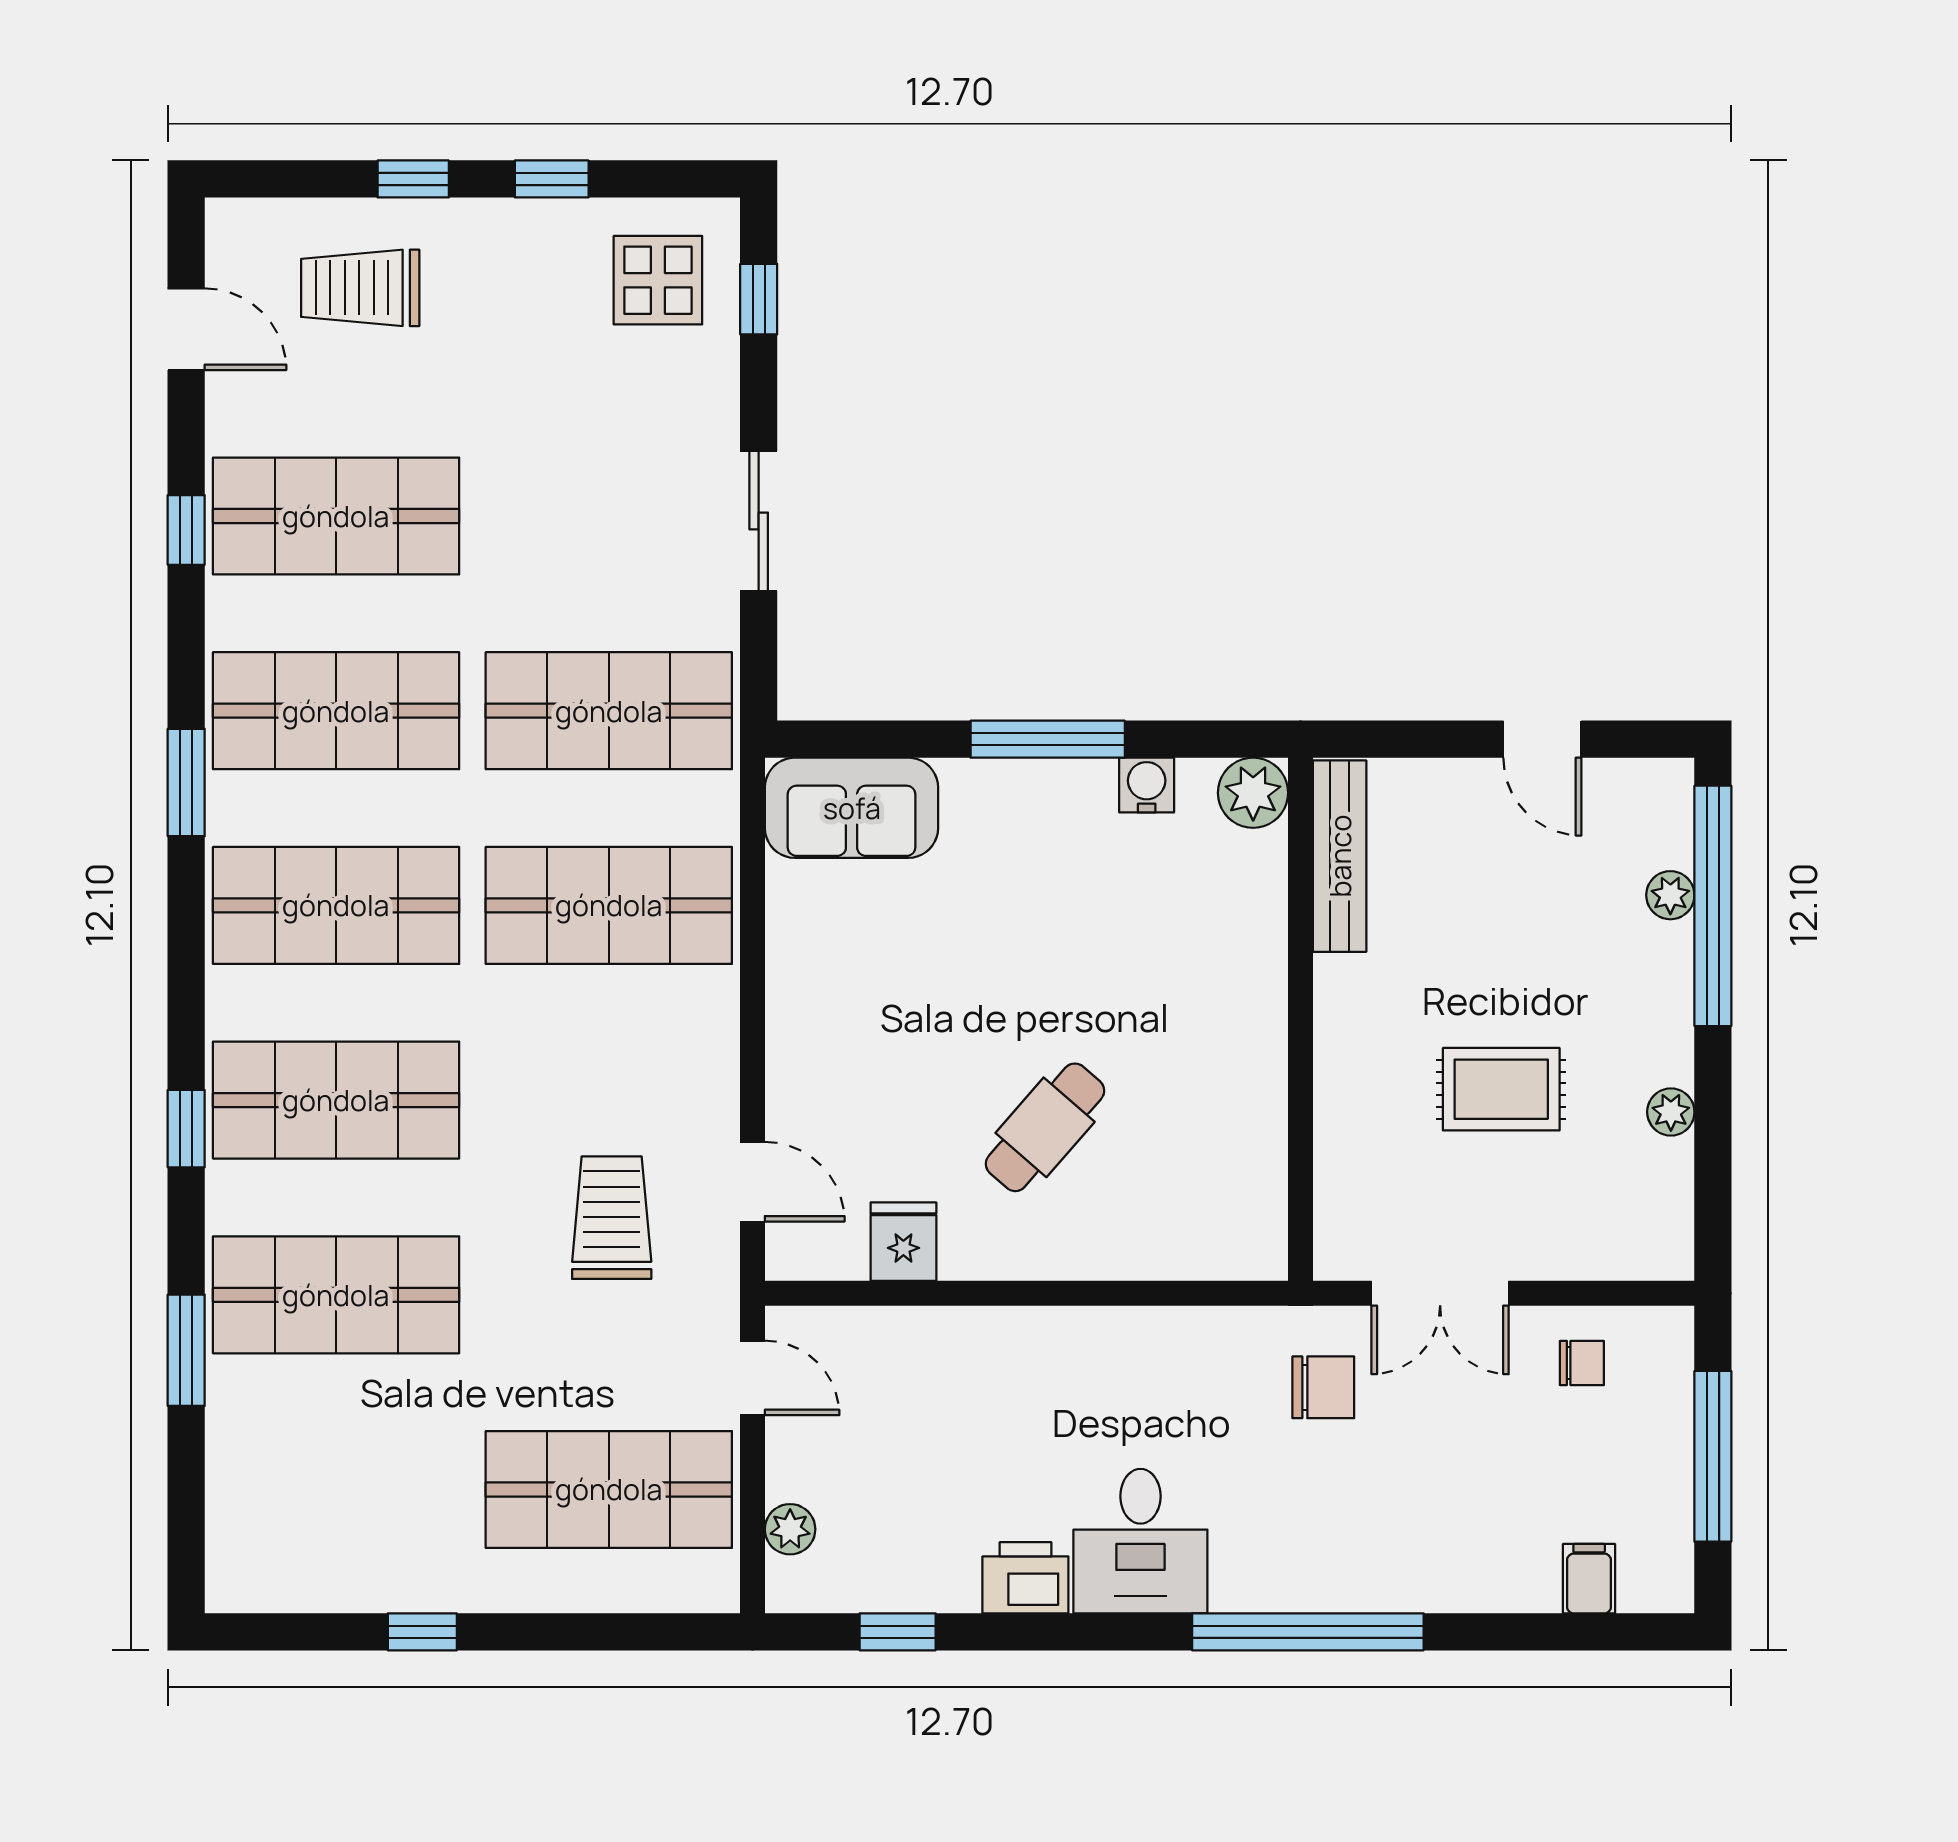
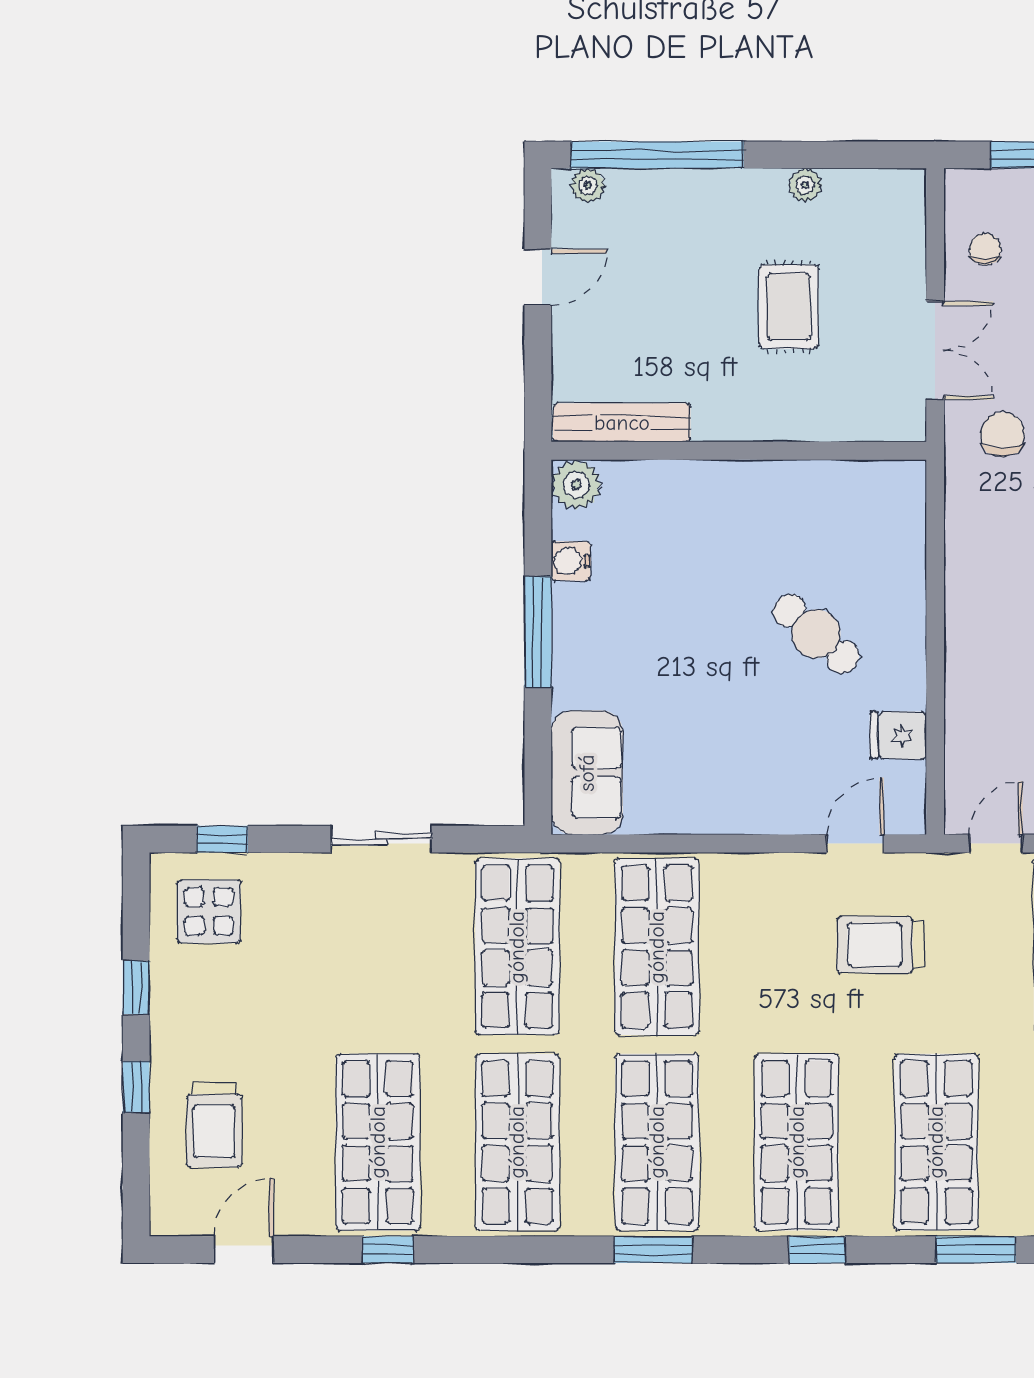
window: (186, 783) -> (653, 1250), moved
plant: (1670, 895) -> (588, 185), moved

